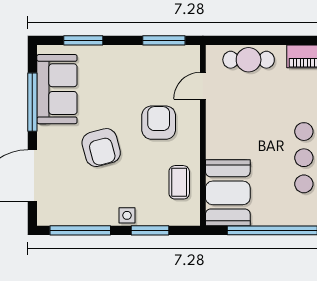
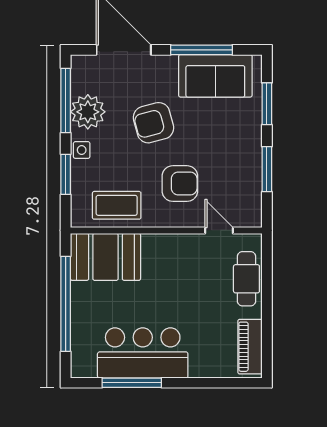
window: (164, 40) -> (267, 169), moved
coffee table: (179, 182) -> (117, 205), width x1.36, depth x1.30
plant: (91, 210) -> (88, 112), added

